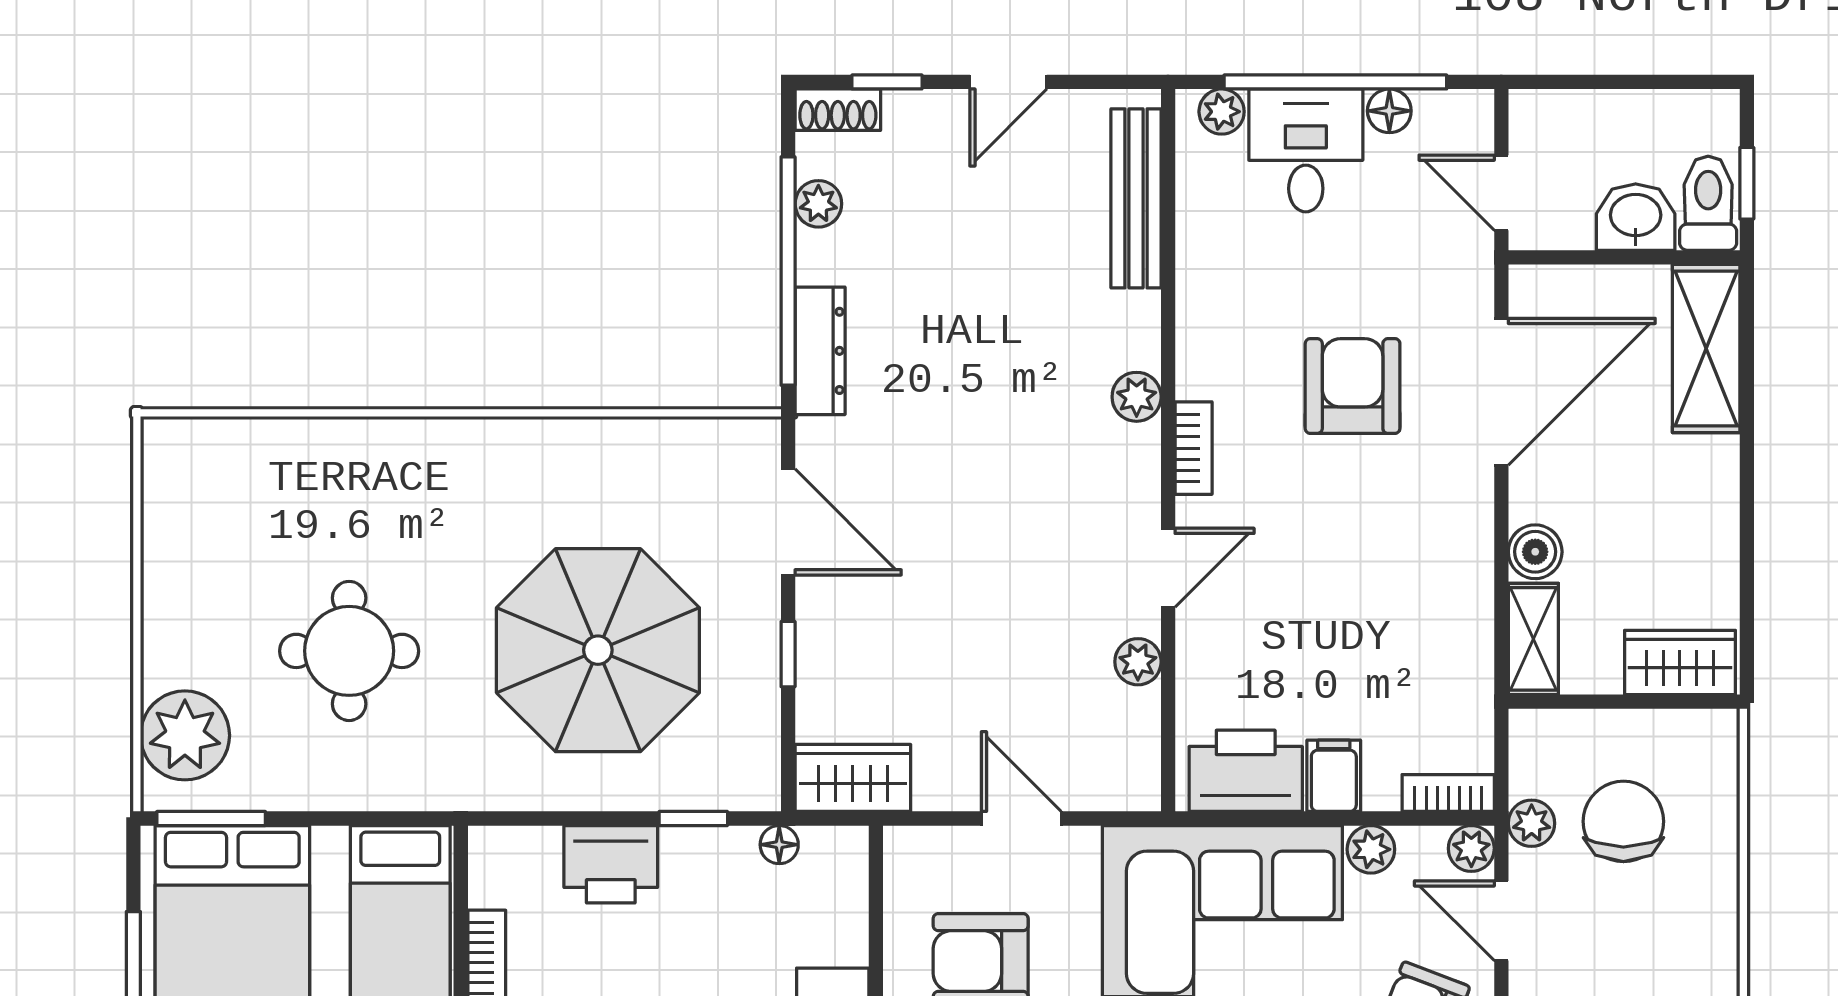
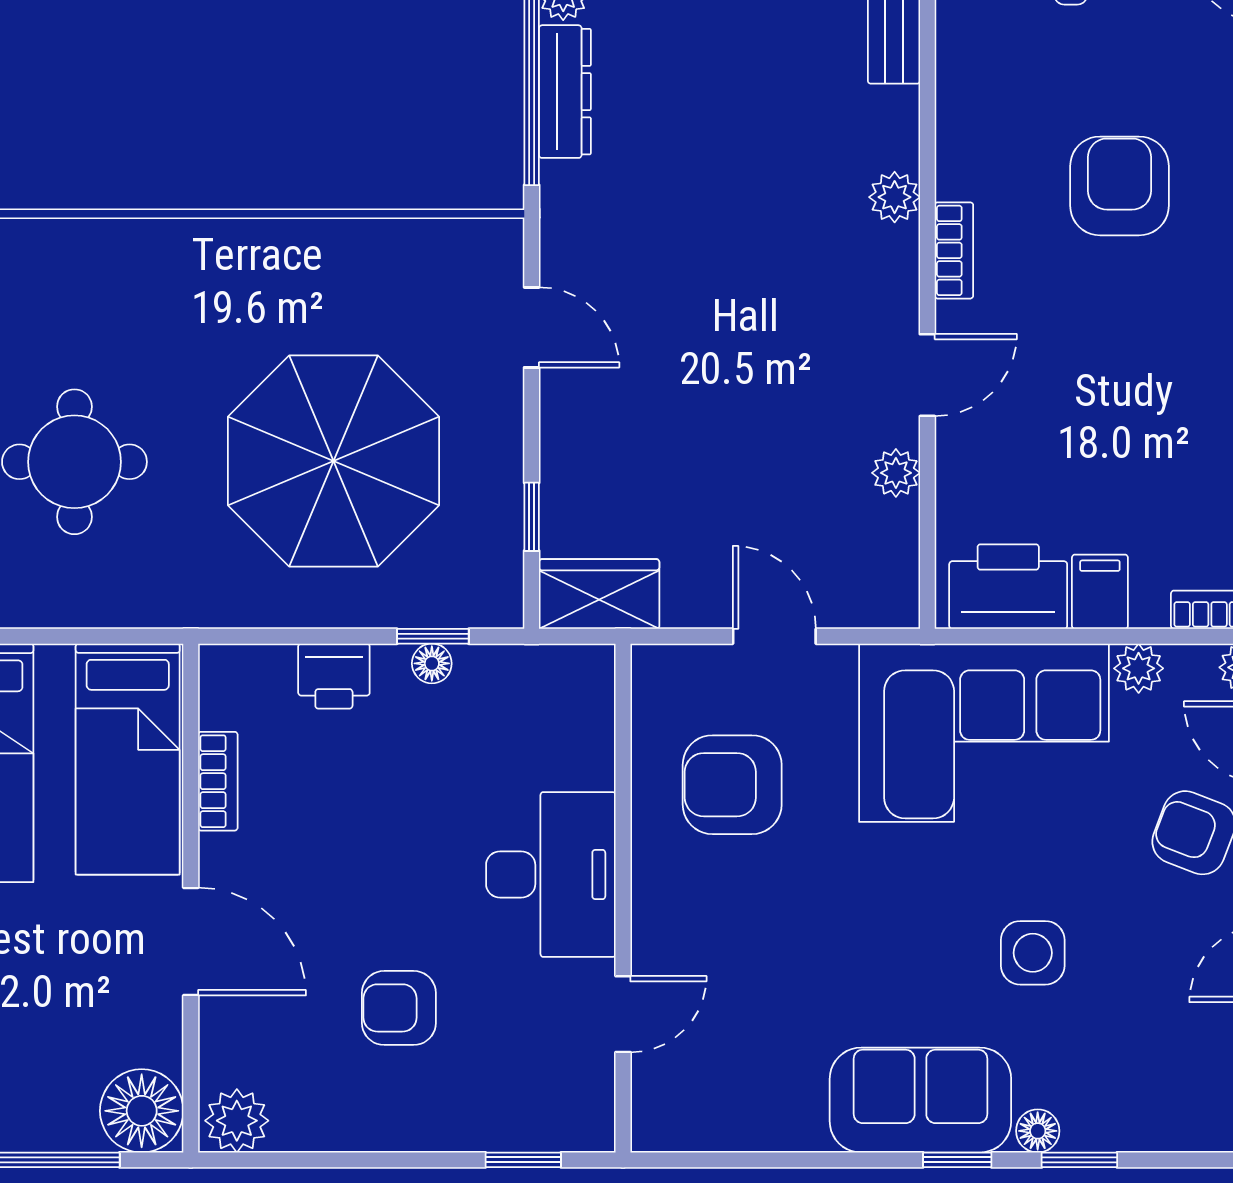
dresser: (820, 351) -> (565, 92), moved
door: (788, 522) -> (532, 327), width x0.73
window: (788, 654) -> (532, 517), moved
floor lamp: (779, 845) -> (432, 663), moved
printer: (611, 864) -> (334, 676), width x0.73, depth x0.81

